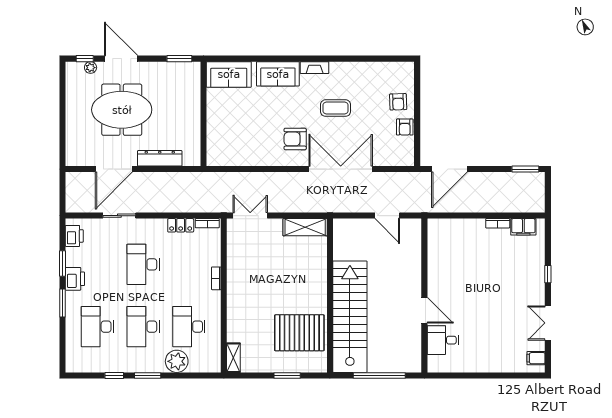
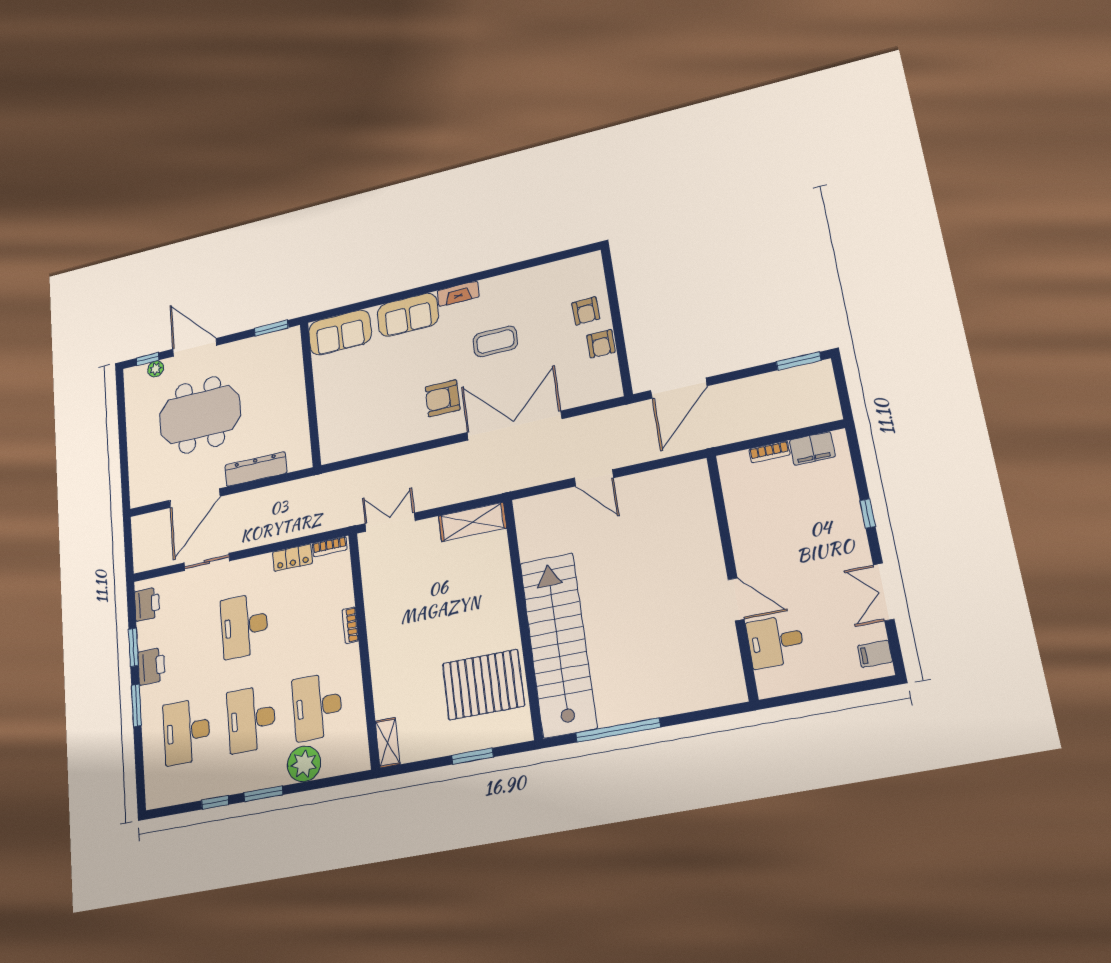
wall: (424, 295) -> (732, 576), moved
door: (424, 310) -> (736, 599), moved
desk: (443, 340) -> (775, 642), moved

